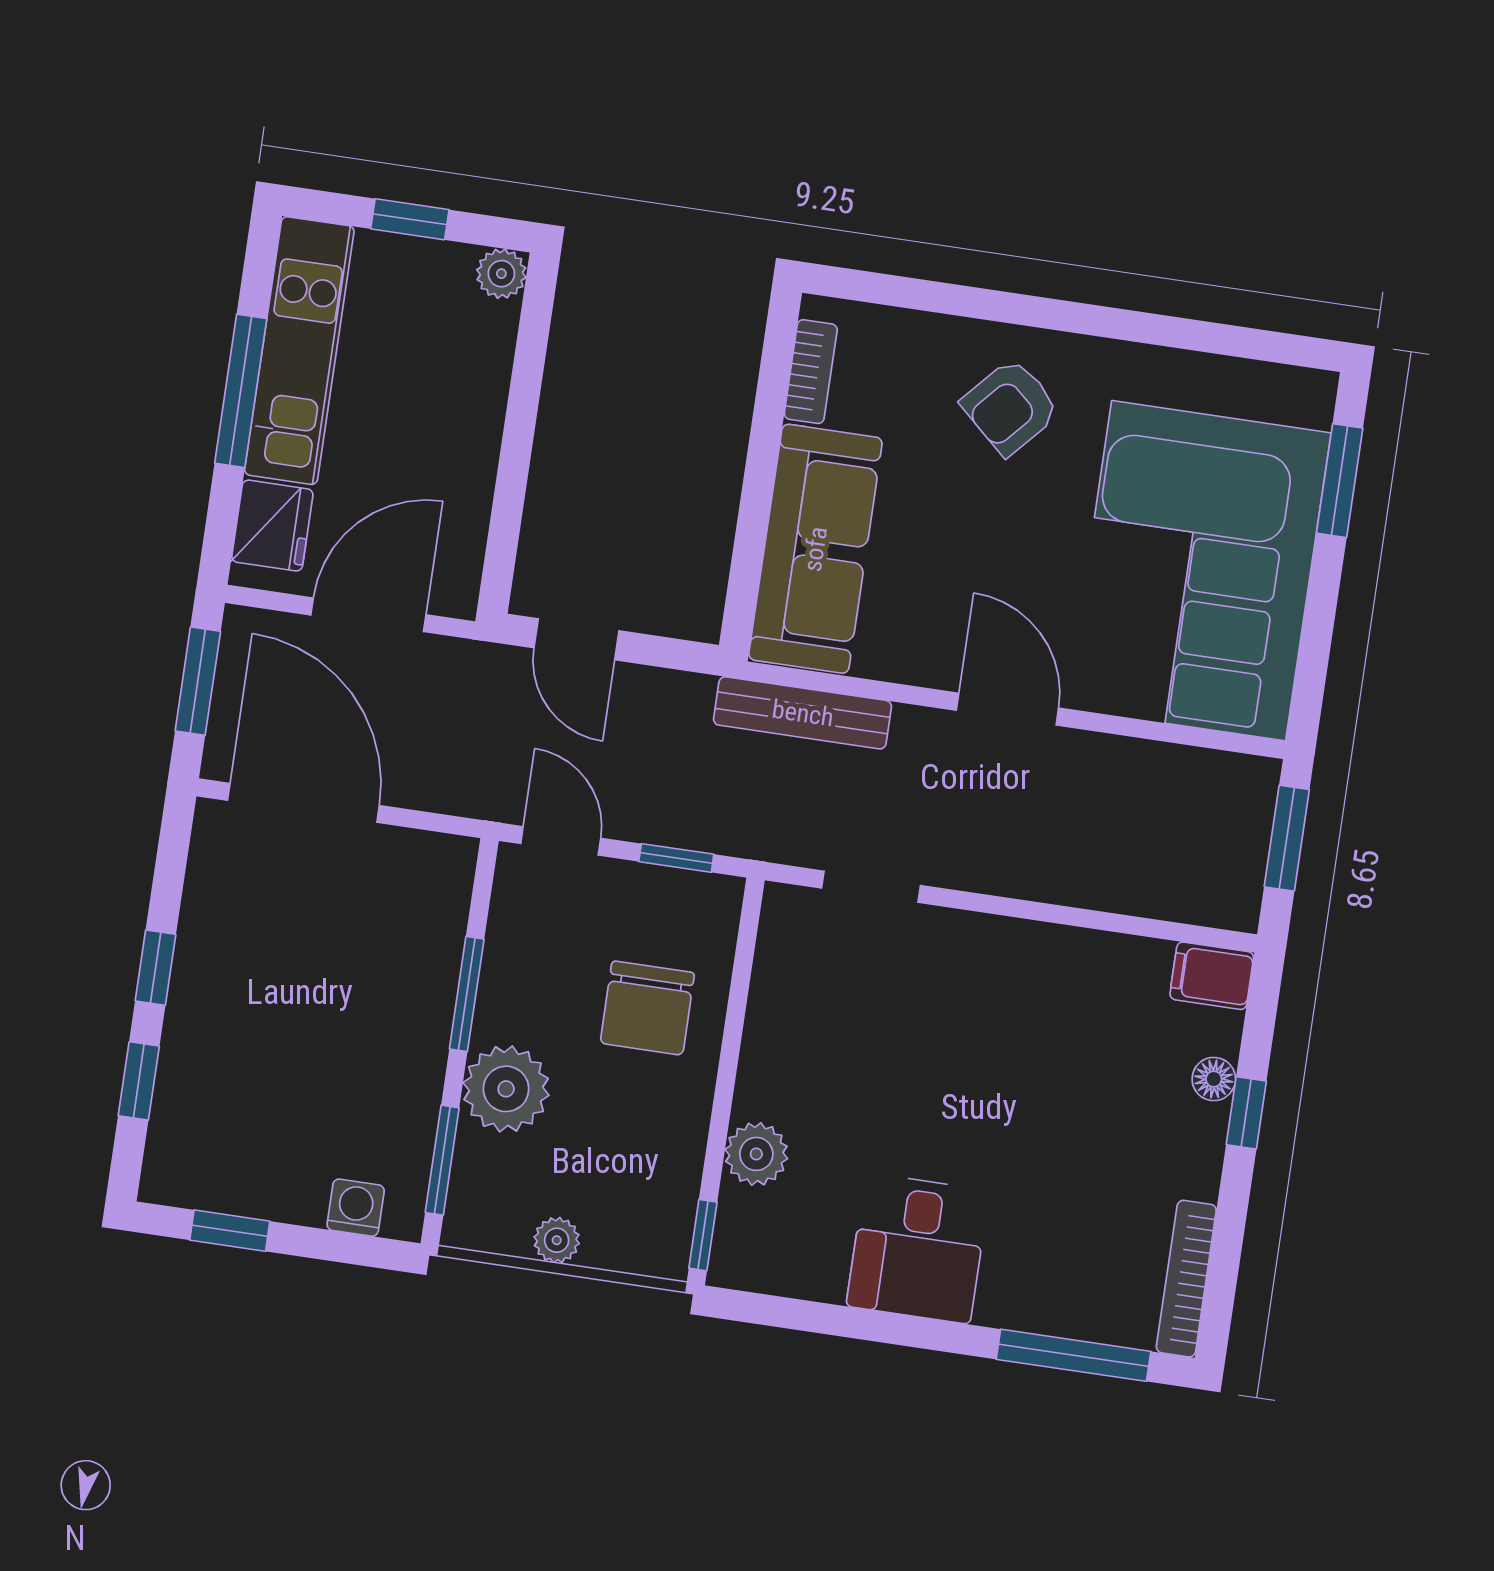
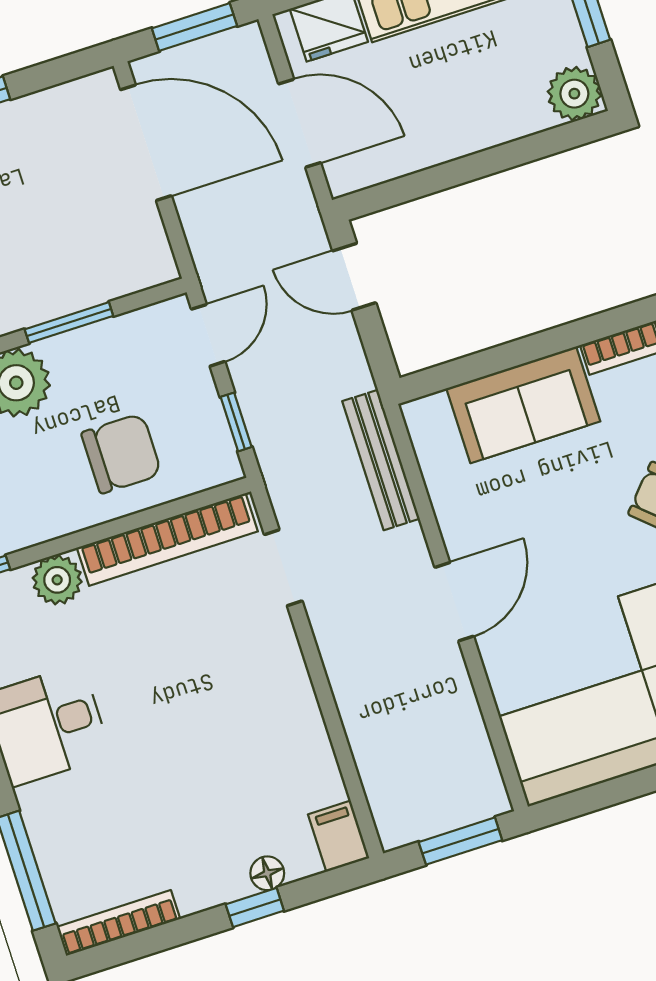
plant: (501, 274) -> (574, 94), width x1.38, depth x1.38
sofa: (815, 549) -> (523, 405), width x0.73
door: (576, 639) -> (354, 277), hinge flipped
door: (303, 803) -> (146, 143), hinge flipped
bookcase: (773, 1004) -> (167, 539), added
chair: (647, 1008) -> (121, 453), turned 180

